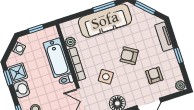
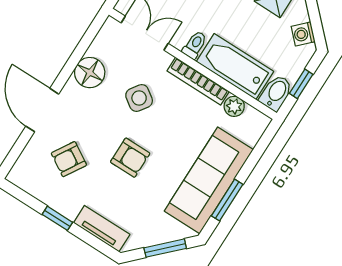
bidet: (49, 34) -> (276, 93), added
armchair: (129, 56) -> (130, 158), turned 58
armchair: (154, 75) -> (69, 159), turned 121
plant: (180, 85) -> (18, 176), removed

